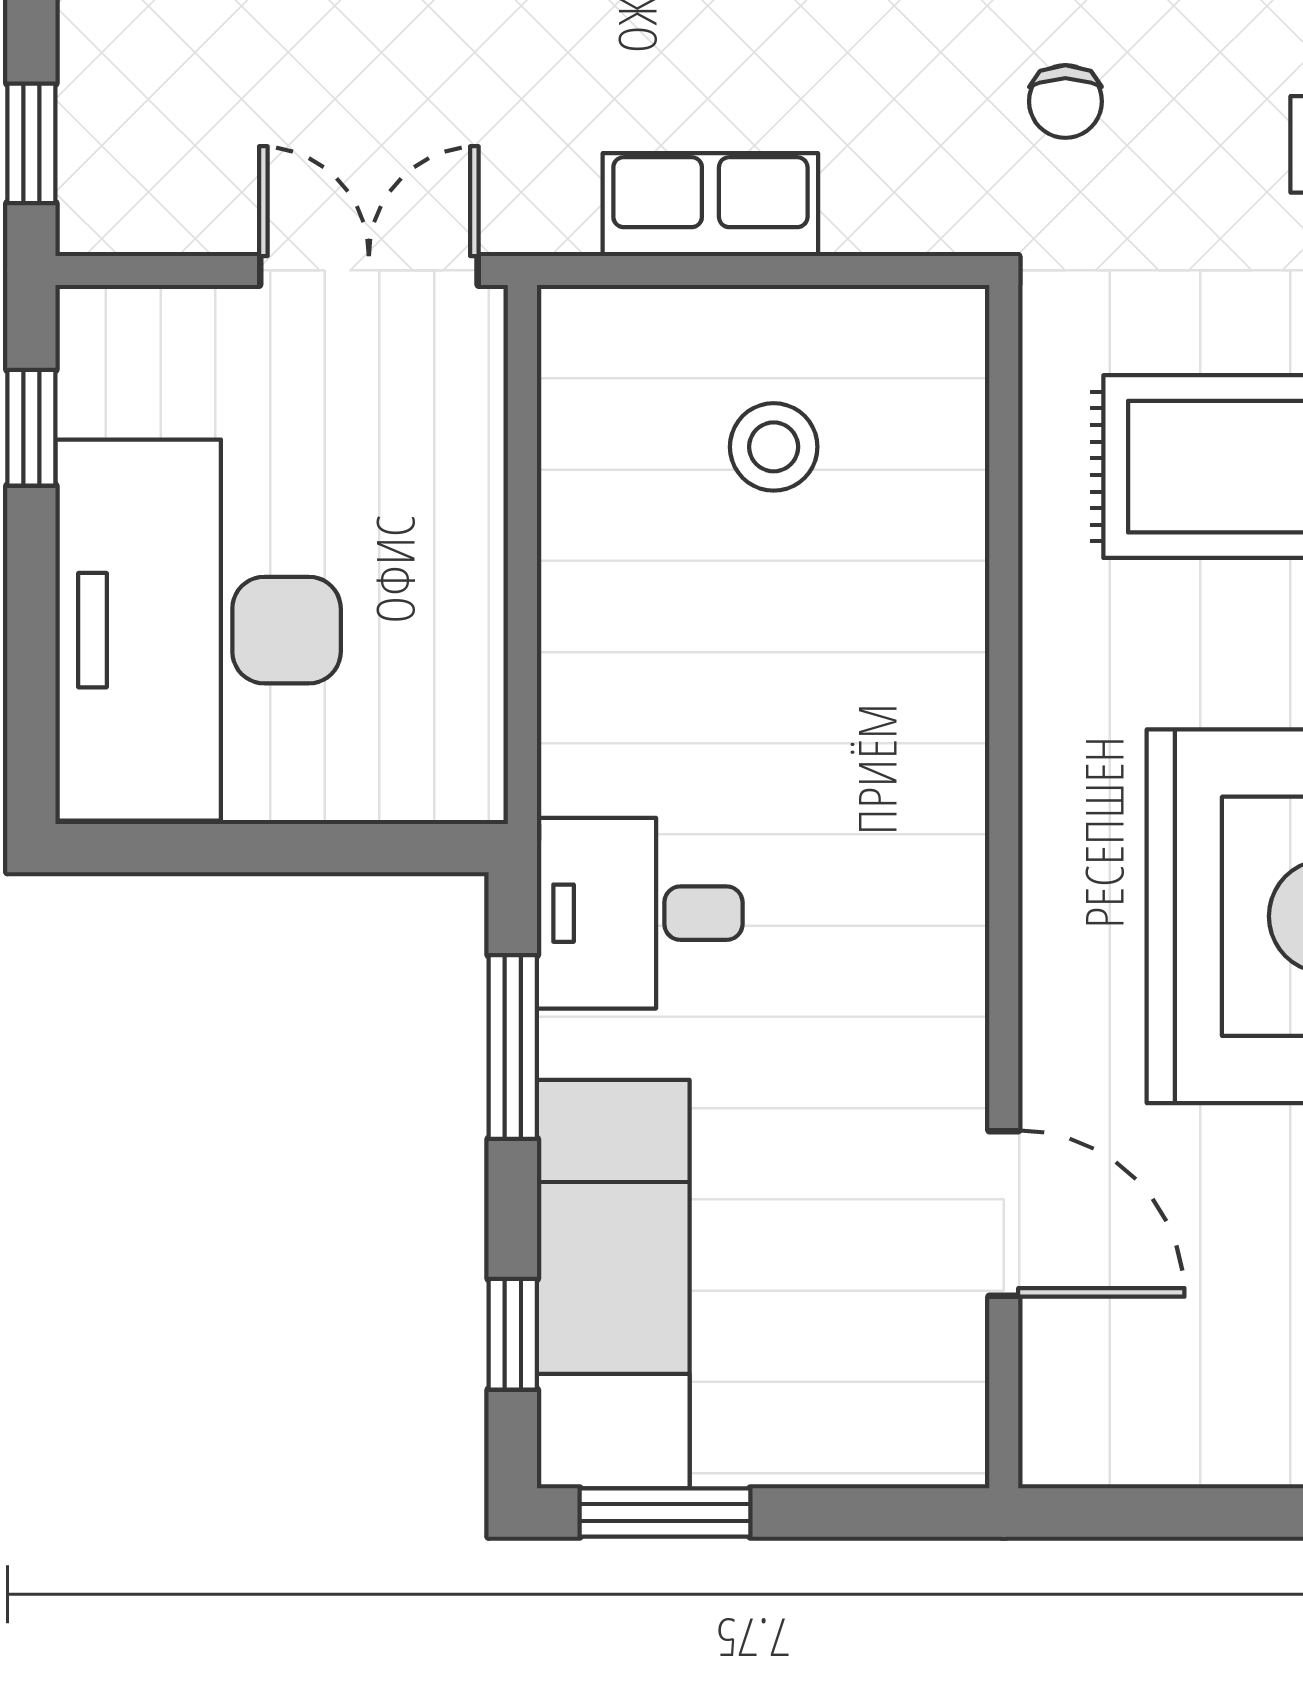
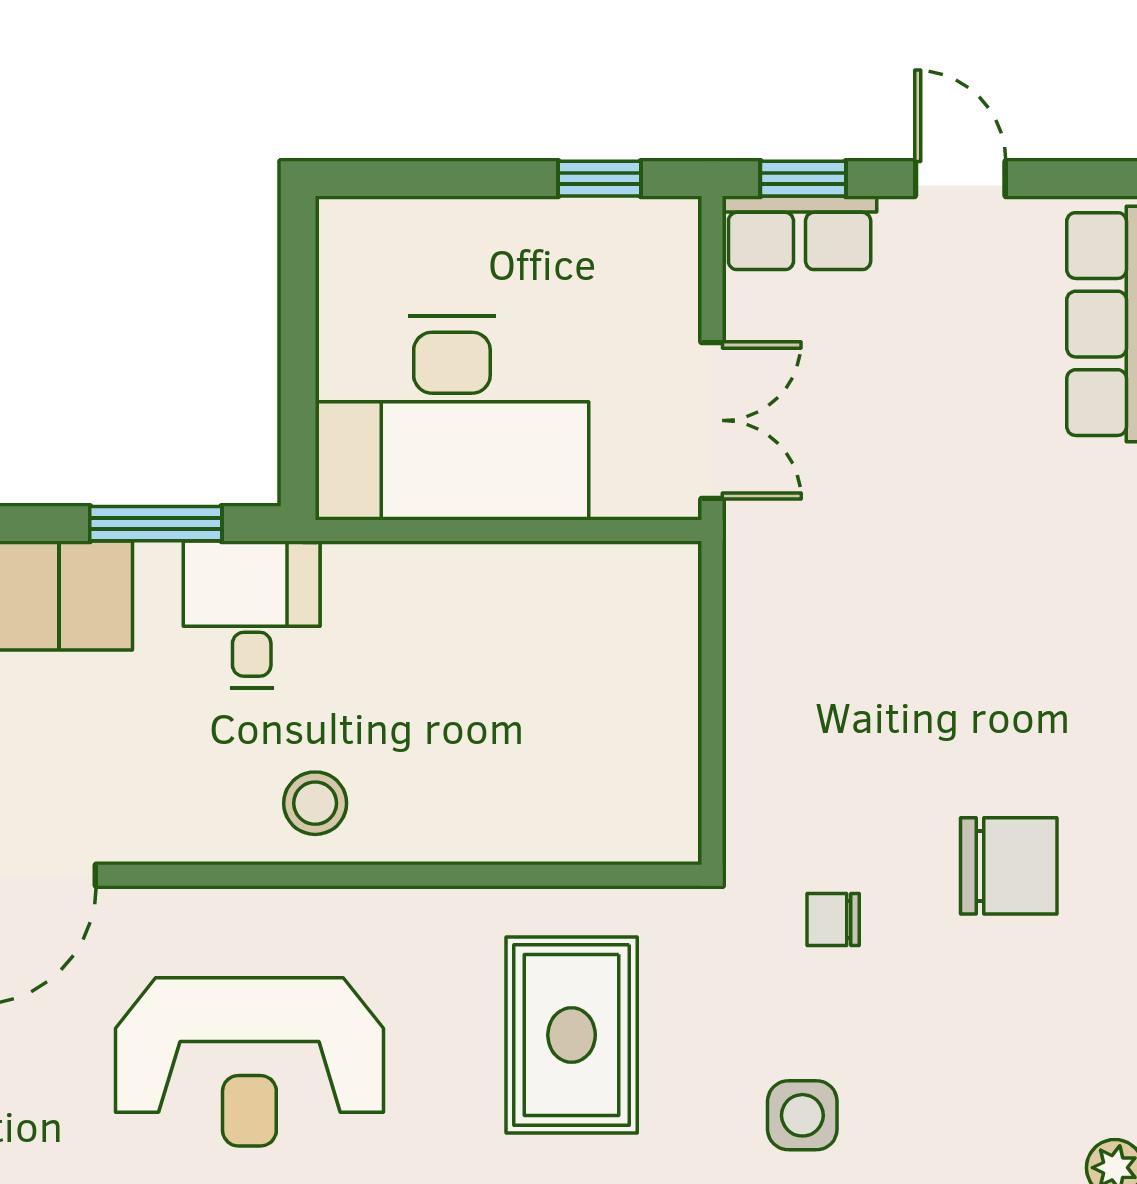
row of seats: (710, 205) -> (800, 233), moved, turned 90
stool: (774, 447) -> (315, 803), moved
desk: (198, 630) -> (452, 418), moved, turned 180

